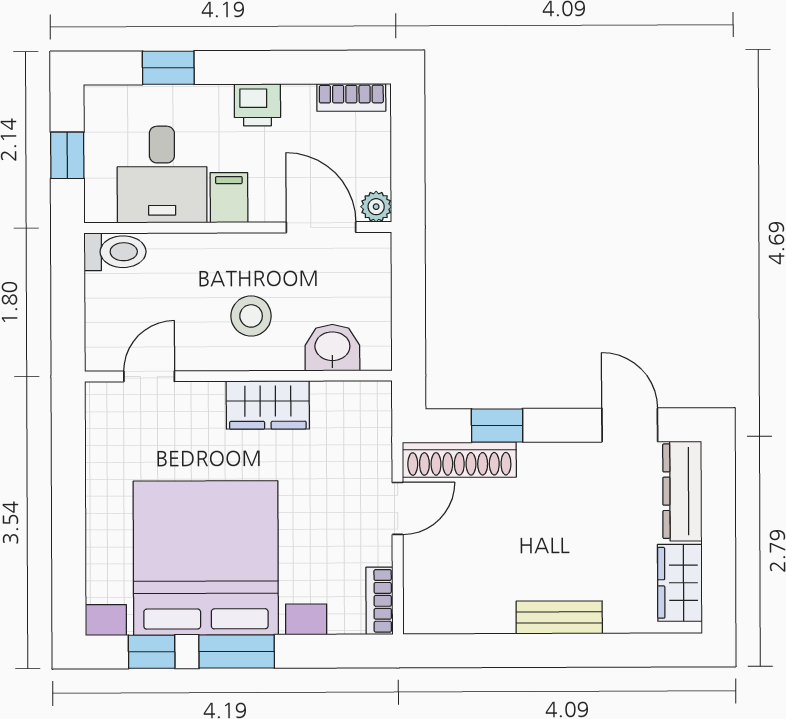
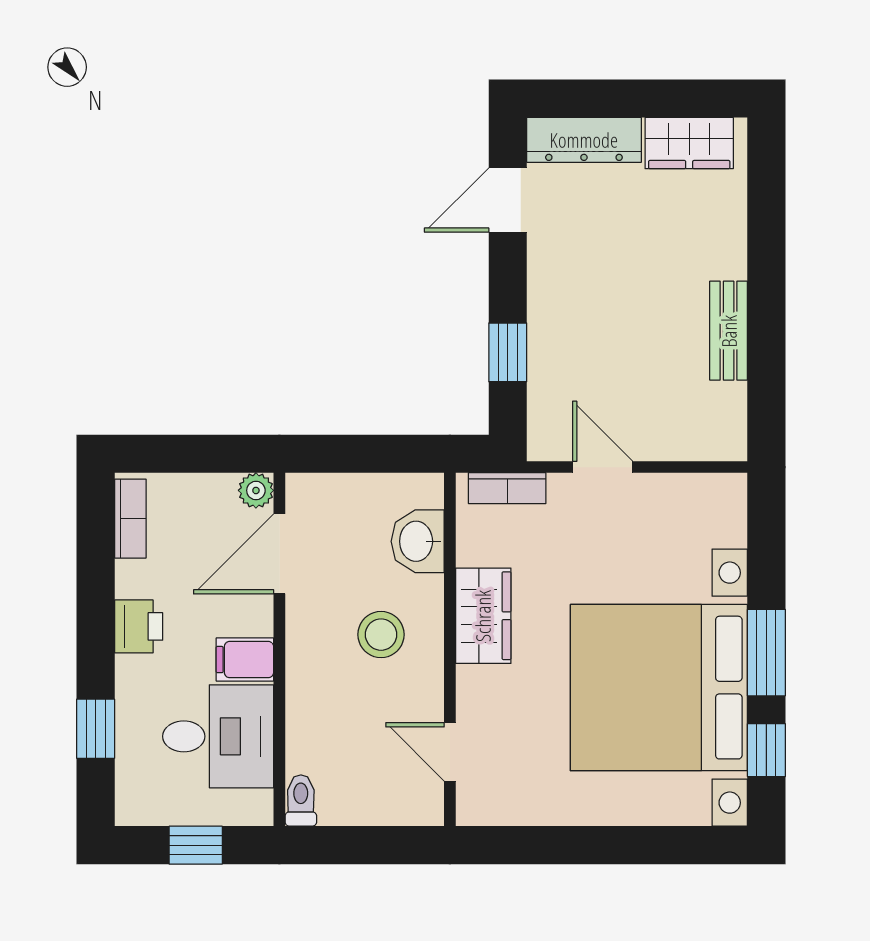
toilet: (115, 252) -> (301, 800), width x0.73, depth x0.72
shoe rack: (459, 460) -> (547, 396), removed
bookcase: (379, 601) -> (507, 488), moved
bench: (559, 617) -> (729, 331), moved

